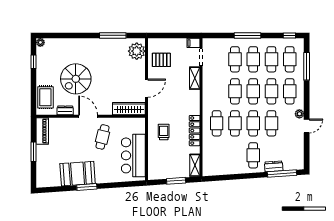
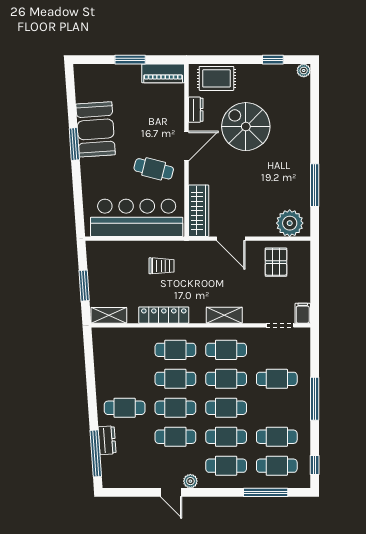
cafe table: (253, 59) -> (226, 350), moved
shelving: (195, 78) -> (224, 315), moved
bar counter: (133, 155) -> (137, 218), width x1.36

